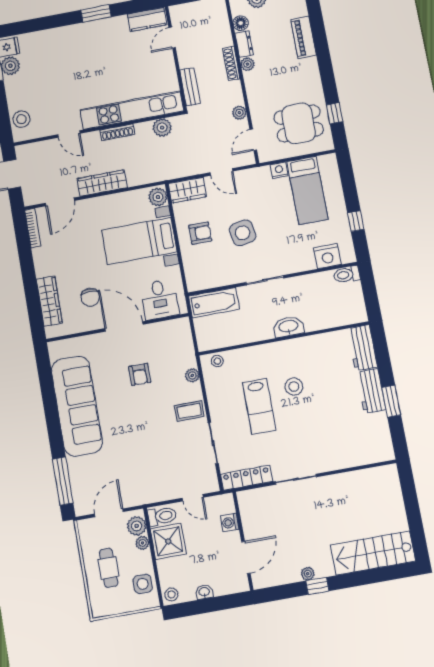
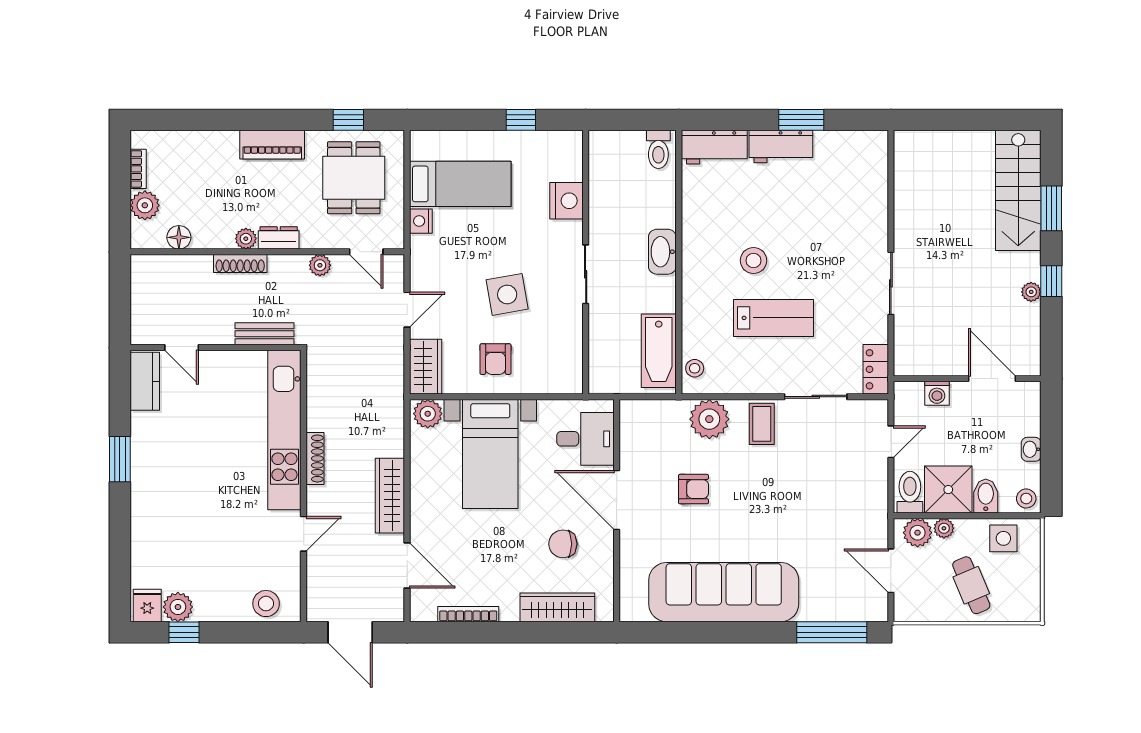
piano: (304, 37) -> (272, 145), moved
dresser: (244, 44) -> (279, 238), moved
plant: (162, 128) -> (321, 388), removed
bookcase: (33, 228) -> (468, 614), moved
armchair: (200, 233) -> (495, 359), turned 180
nightstand: (327, 256) -> (566, 201), moved
toilet: (347, 275) -> (658, 149), moved
chair: (90, 297) -> (563, 544), turned 180
bathtub: (214, 303) -> (659, 351), moved, turned 180
door: (124, 326) -> (617, 500), hinge flipped
plant: (192, 375) -> (709, 419), width x1.88, depth x1.88
locker: (247, 478) -> (876, 369), width x0.66
bidet: (168, 567) -> (986, 496), added
cafe table: (109, 568) -> (971, 585), turned 67
window: (365, 577) -> (1051, 208), added

